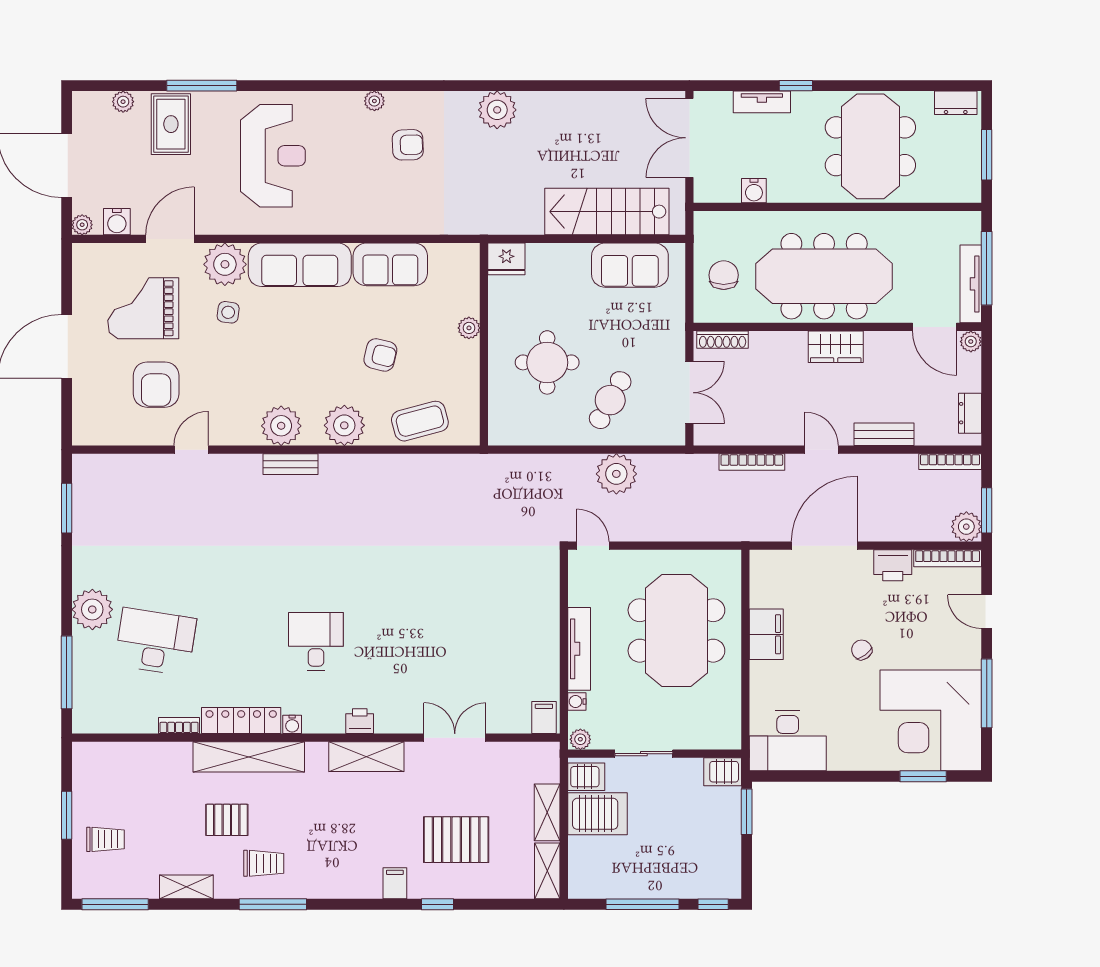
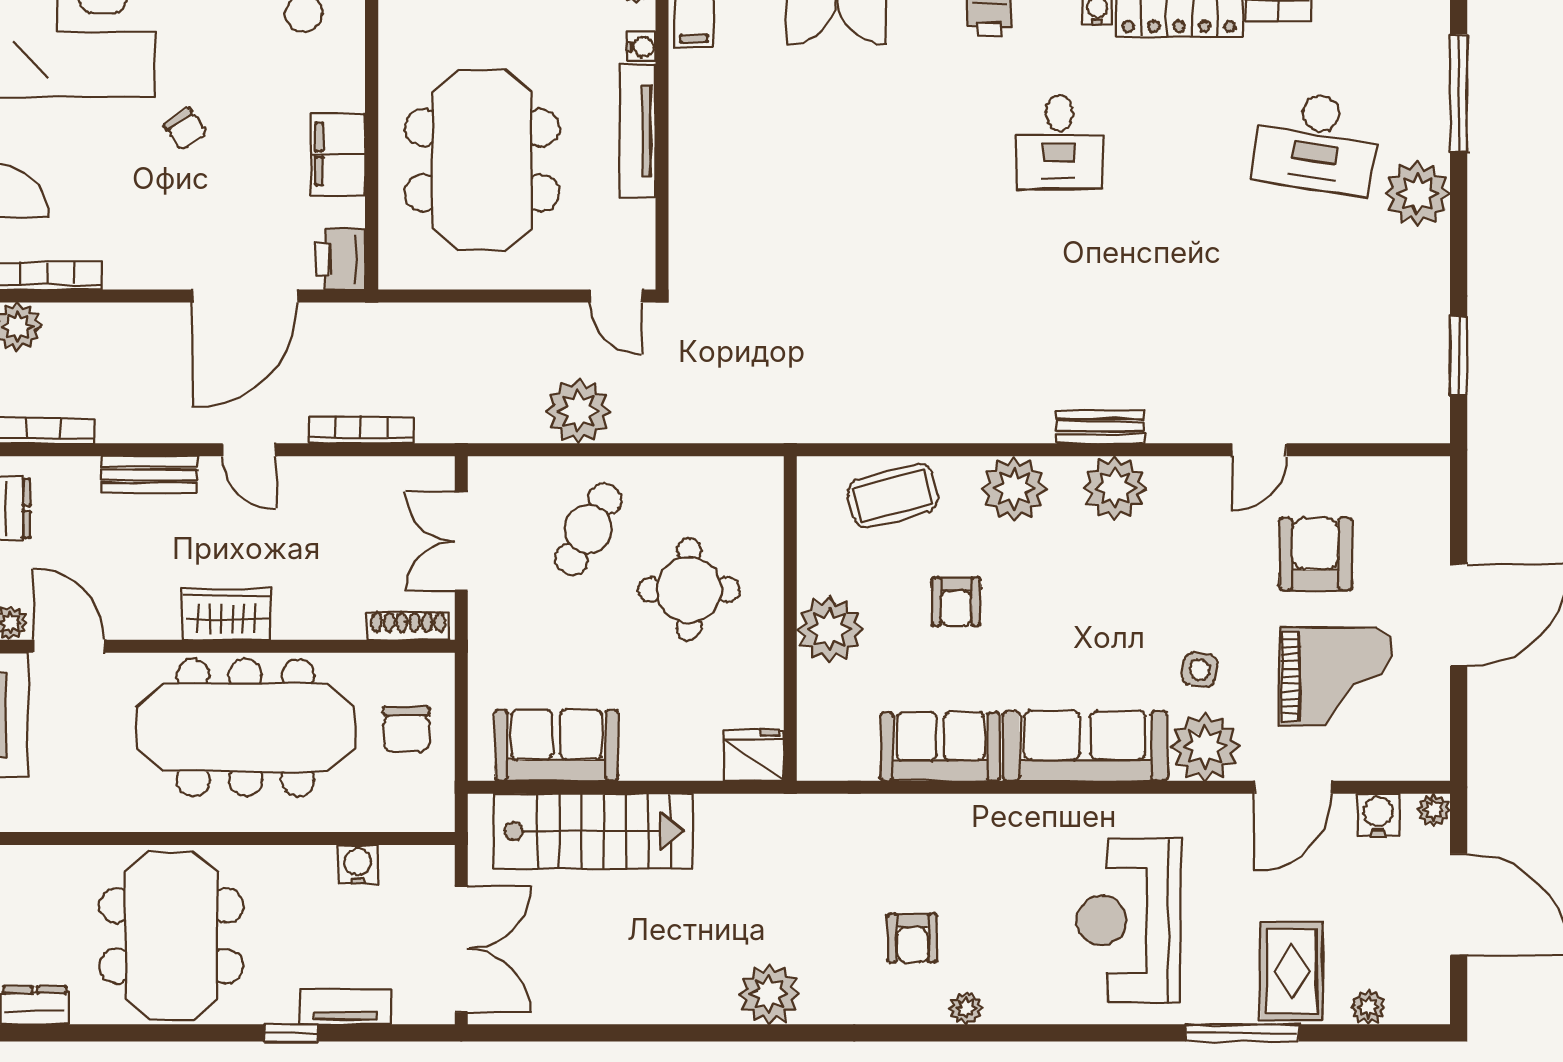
armchair: (408, 145) -> (912, 938), turned -88
plant: (469, 328) -> (830, 629), width x1.87, depth x1.87
armchair: (380, 355) -> (956, 602), turned -104
printer: (893, 565) -> (340, 259), moved, turned -90

